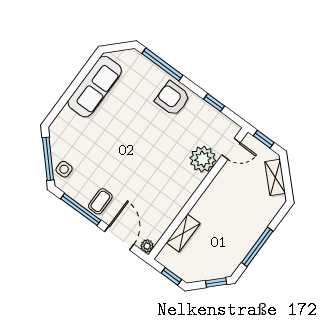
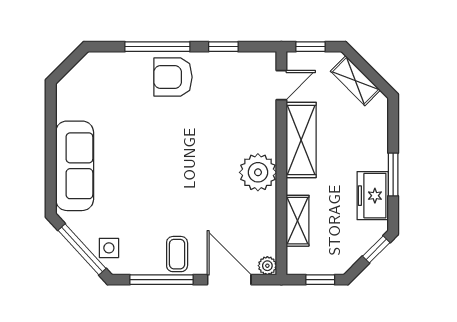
window: (162, 64) -> (157, 47), moved
sofa: (95, 87) -> (75, 166), moved
plant: (203, 159) -> (258, 172), moved
shelving: (219, 188) -> (301, 140), added
window: (257, 247) -> (393, 174), width x0.69
freezer: (237, 250) -> (373, 196), added

